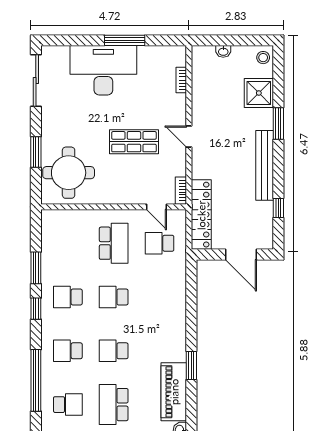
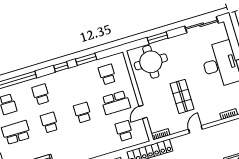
door: (156, 207) -> (143, 112), moved
school desk: (68, 297) -> (107, 74), moved

